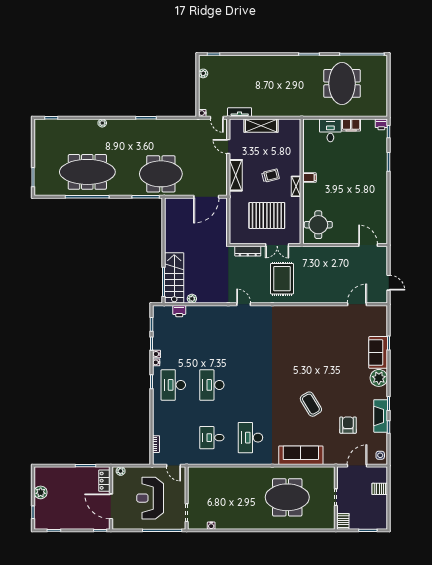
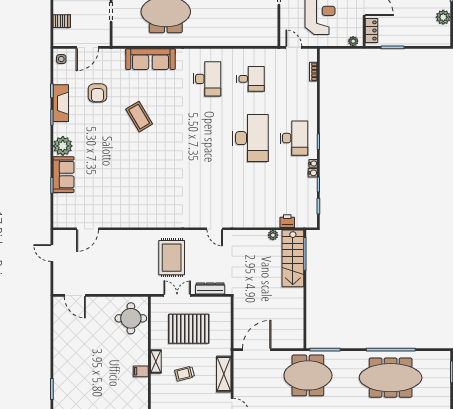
desk: (212, 385) -> (251, 138), width x1.36, depth x1.30

